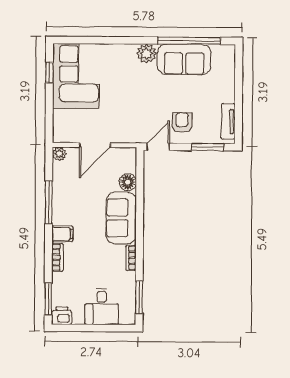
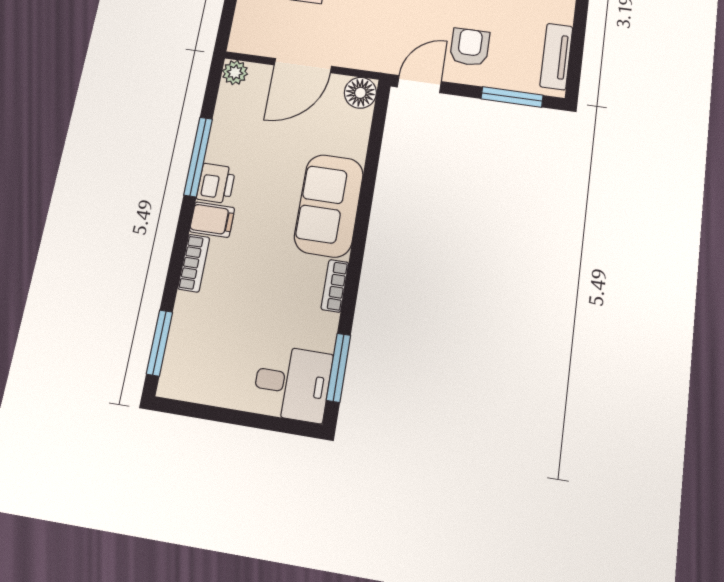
floor lamp: (128, 182) -> (360, 93), moved
desk: (102, 307) -> (292, 383), moved, turned -90
printer: (62, 316) -> (216, 183), moved, turned 90

